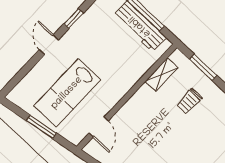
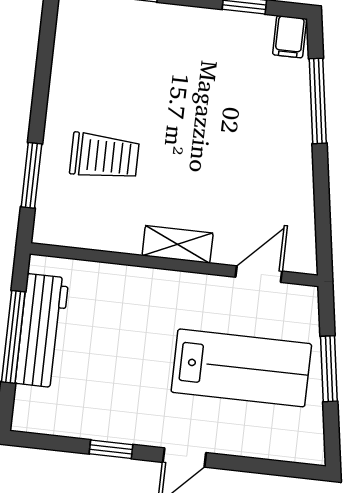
shelving: (162, 74) -> (178, 244), moved
trolley: (189, 101) -> (104, 156), width x1.36, depth x1.39

